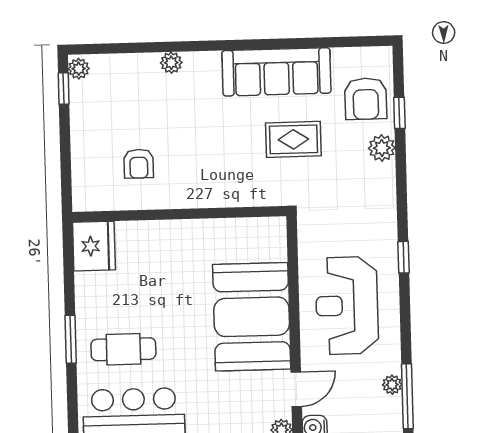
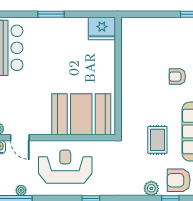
armchair: (139, 164) -> (177, 77), moved
booth: (252, 317) -> (81, 114), moved
cafe table: (123, 349) -> (45, 43), removed

